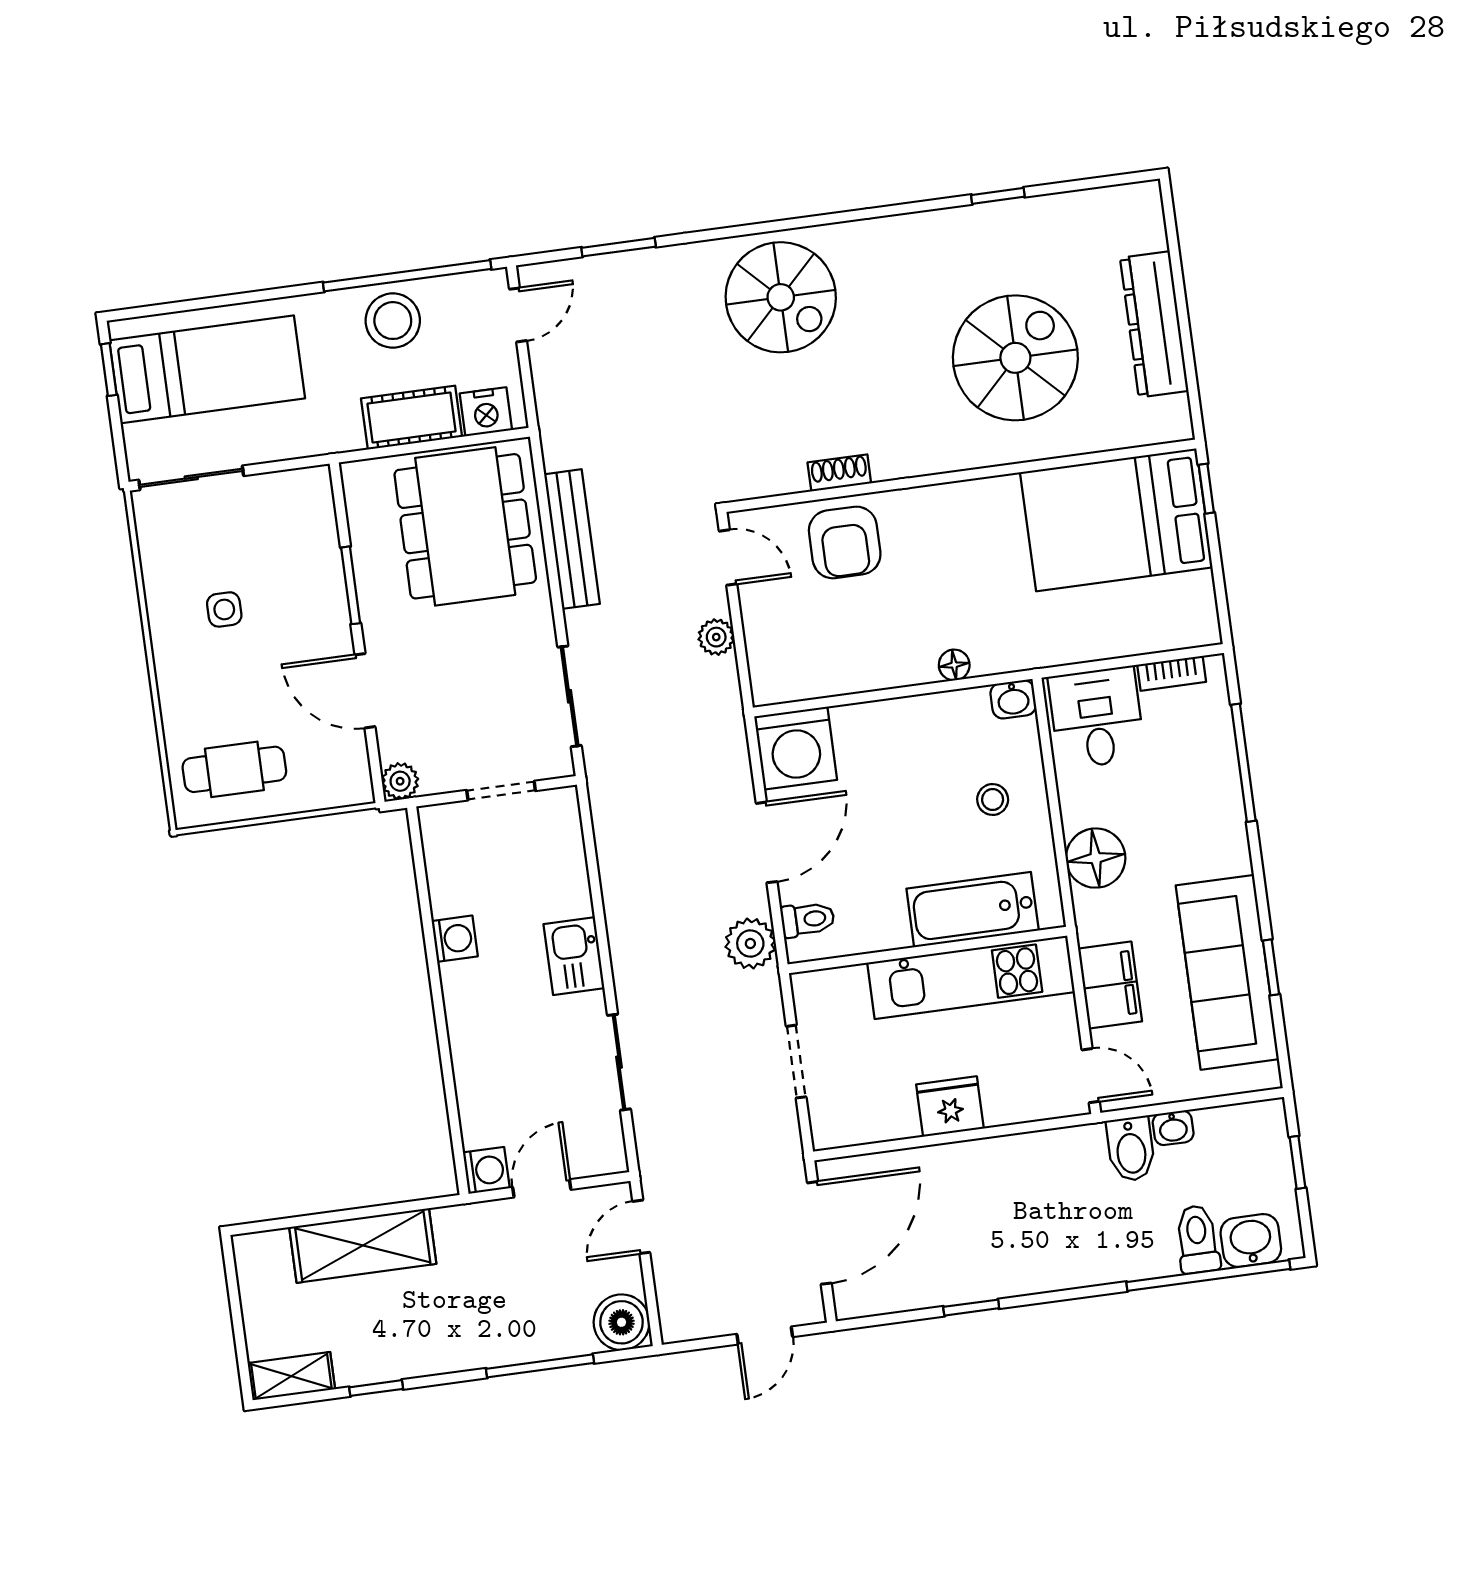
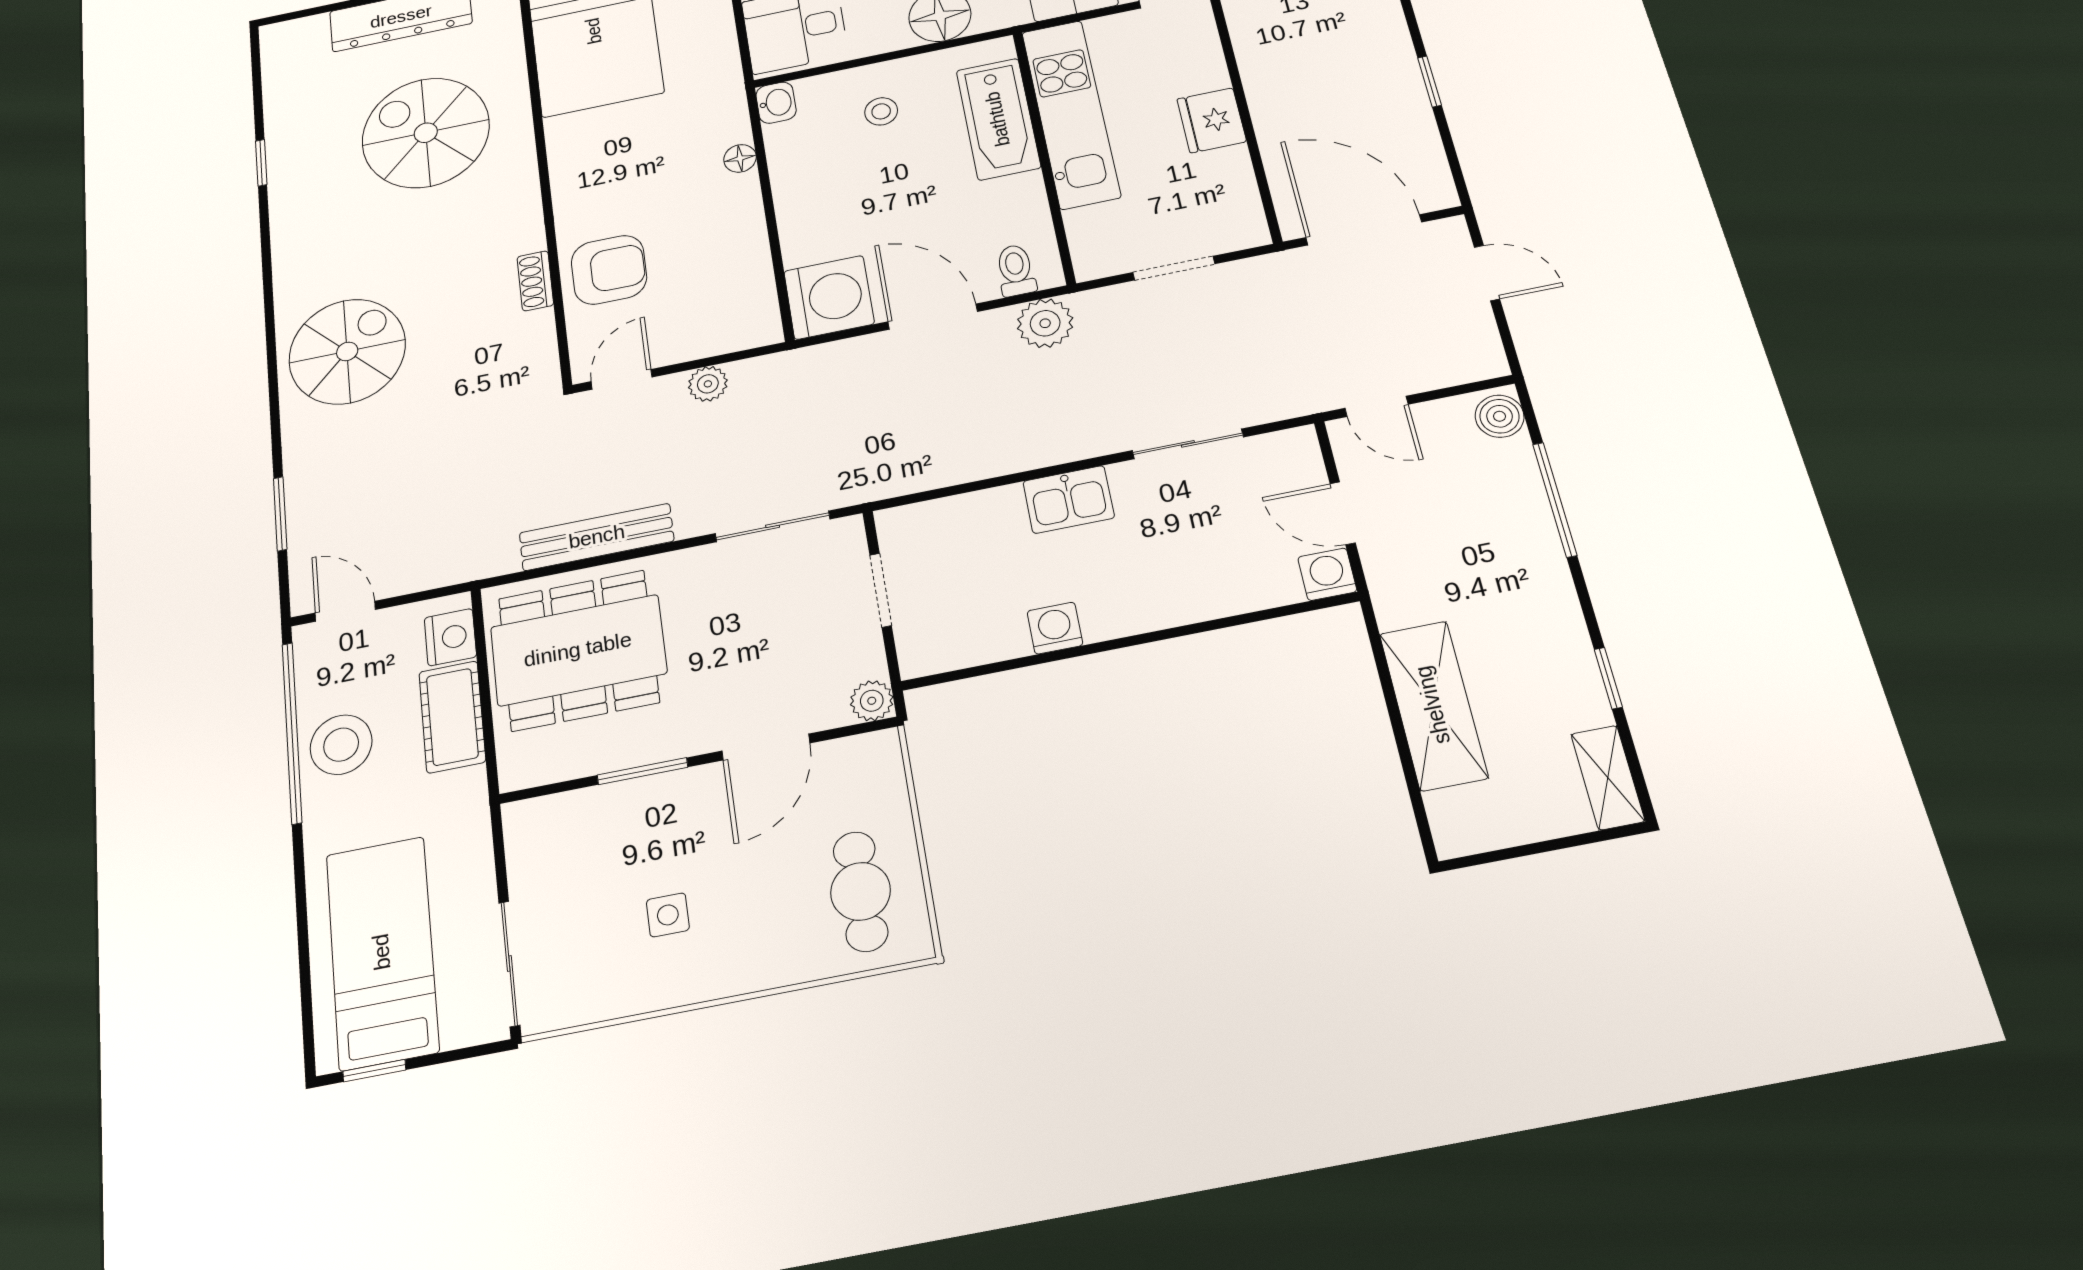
boiler: (622, 1322) -> (1500, 416), width x0.73, depth x0.73

